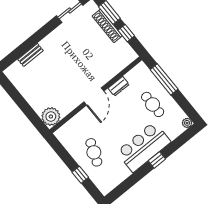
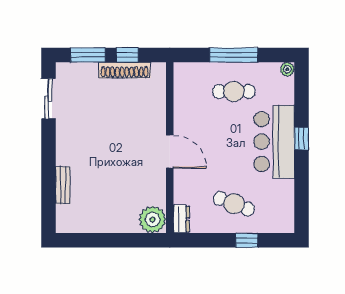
shoe rack: (107, 26) -> (125, 70), moved
window: (164, 79) -> (234, 55), moved
dresser: (119, 86) -> (181, 219), moved

